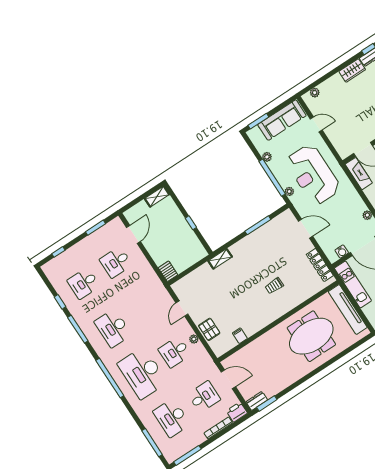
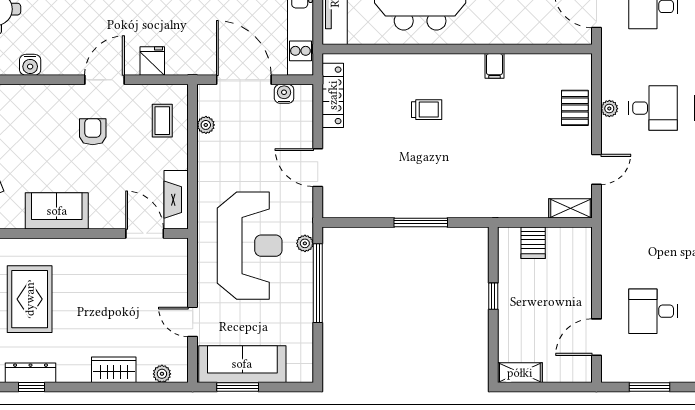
wardrobe: (352, 71) -> (114, 370), moved
window: (258, 121) -> (238, 387), moved
plant: (267, 157) -> (304, 321), removed
window: (258, 225) -> (421, 222), moved
shelving: (220, 259) -> (570, 208), moved
desk: (116, 262) -> (653, 311), turned 180
server rack: (168, 271) -> (533, 243), moved
filing cabinet: (240, 336) -> (494, 66), moved

